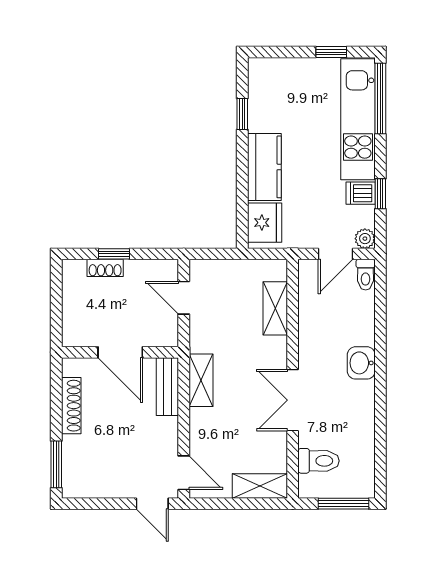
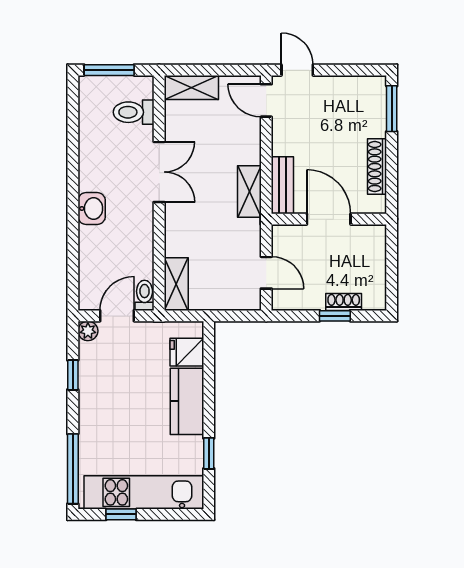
kitchen unit: (358, 119) -> (144, 492), moved, turned -90
dishwasher: (361, 193) -> (92, 376), removed
fridge: (265, 223) -> (187, 352), width x0.72
toilet: (366, 275) -> (145, 295), moved
shelving: (275, 308) -> (176, 284), moved

